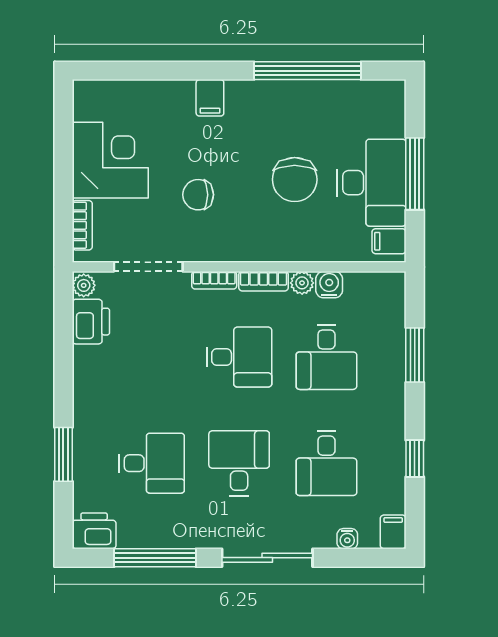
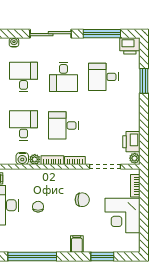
window: (154, 71) -> (102, 256), added
chair: (295, 180) -> (38, 207), width x0.54, depth x0.54

